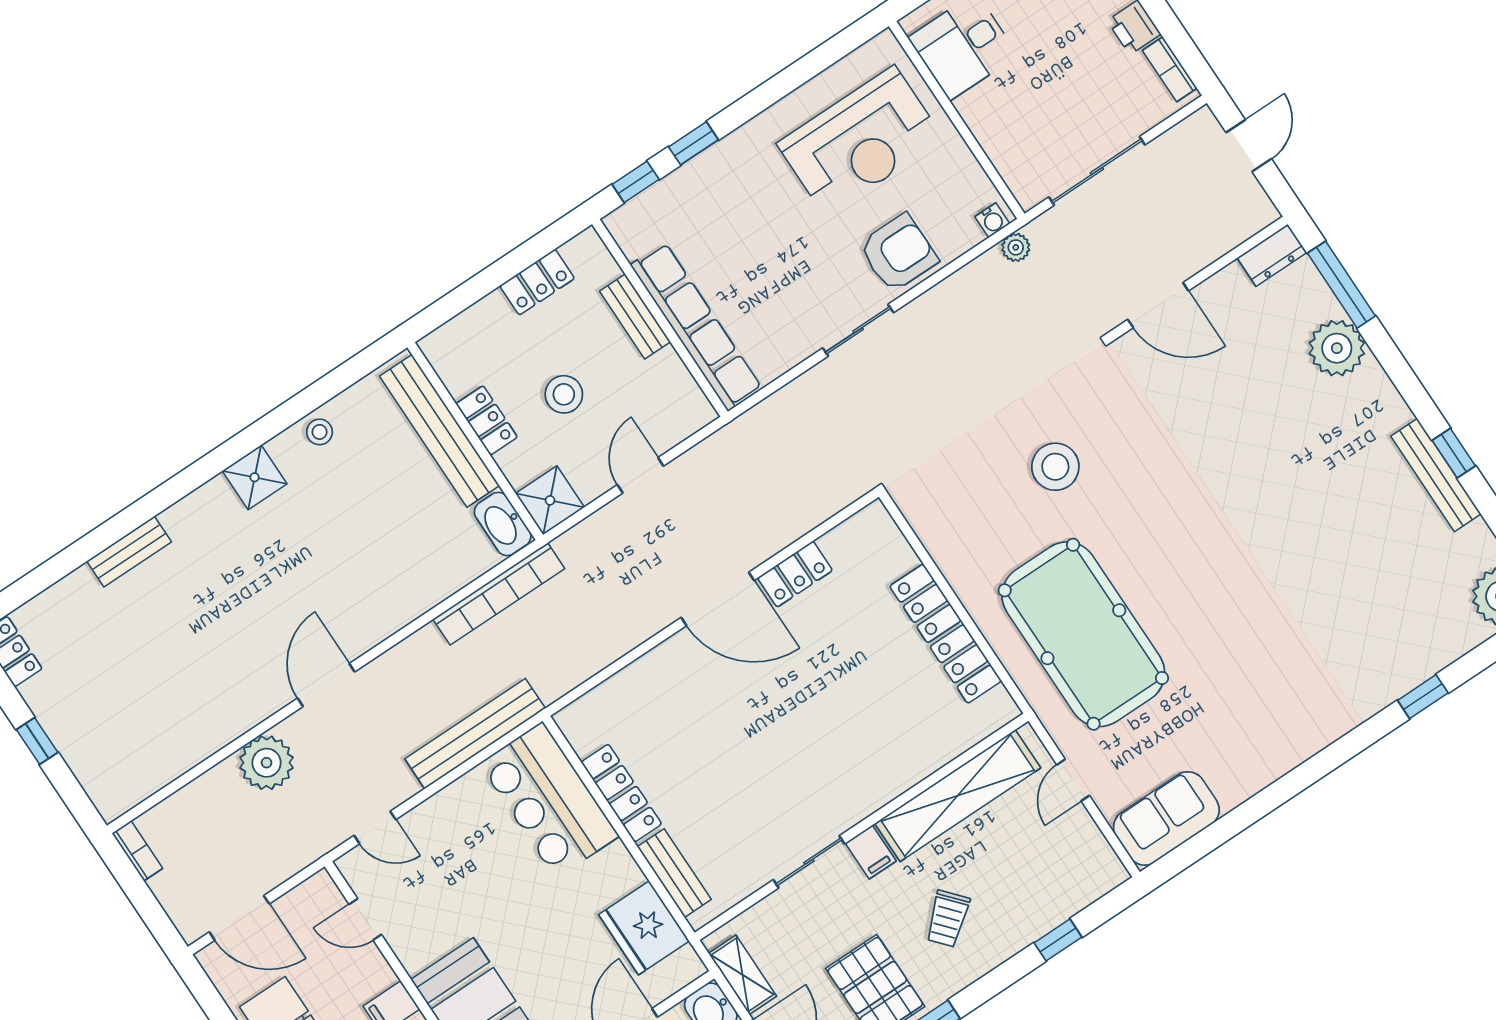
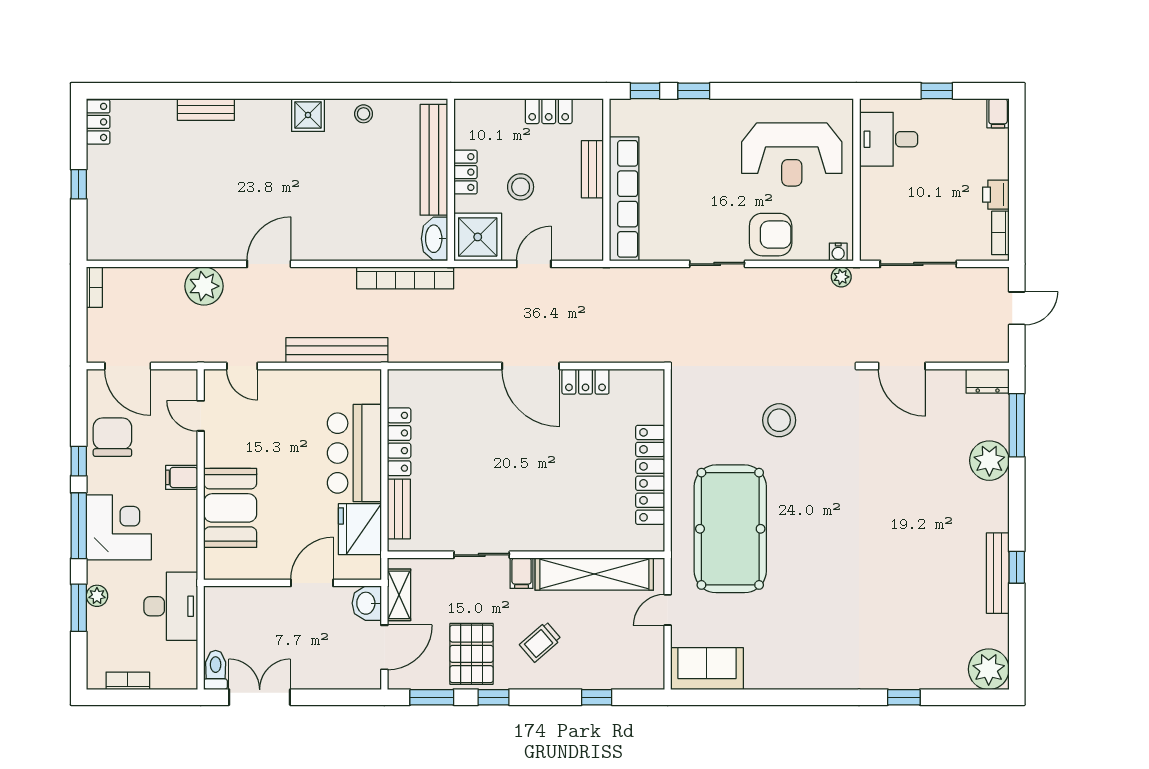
shower: (550, 500) -> (478, 237), width x1.36, depth x1.36
bar counter: (549, 800) -> (354, 453), moved

